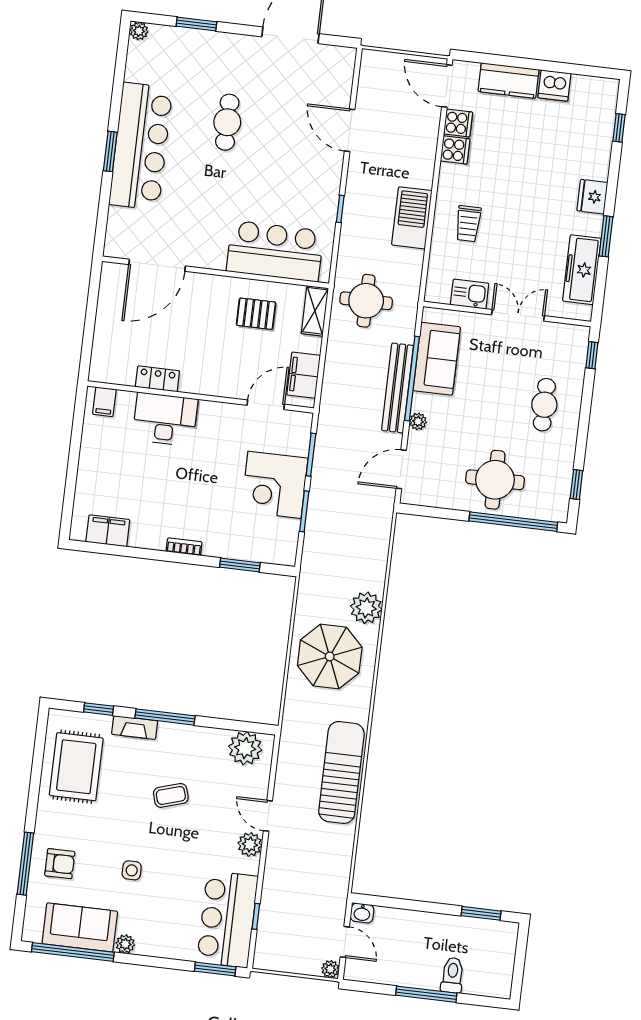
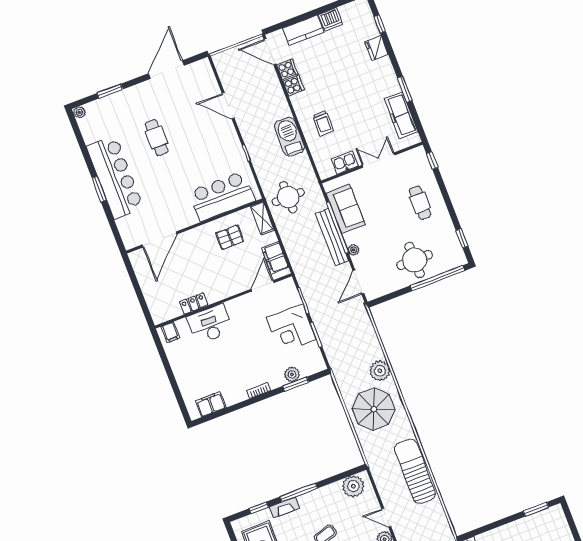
fridge: (592, 197) -> (376, 48), moved
plant: (242, 549) -> (292, 374), added

